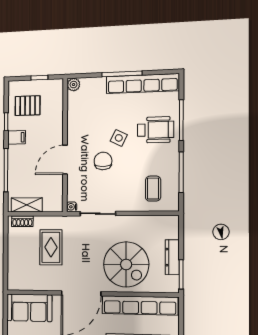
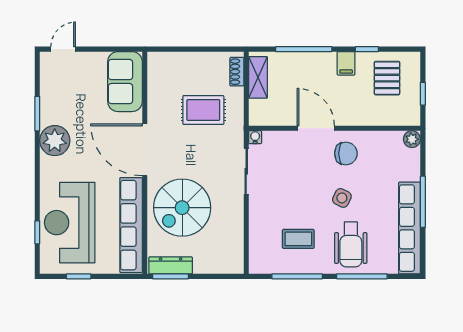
chair: (103, 161) -> (346, 153), moved
coffee table: (153, 189) -> (298, 239), moved
dresser: (172, 257) -> (171, 265), moved

